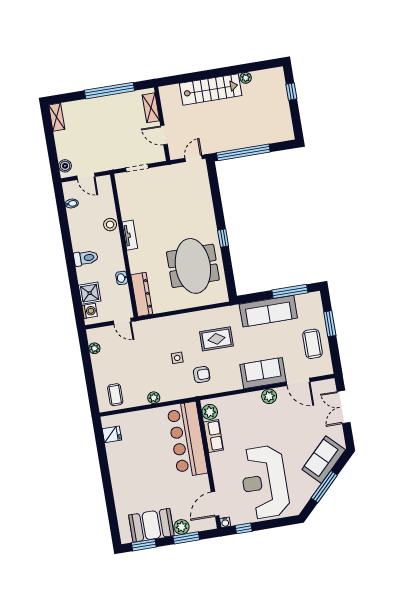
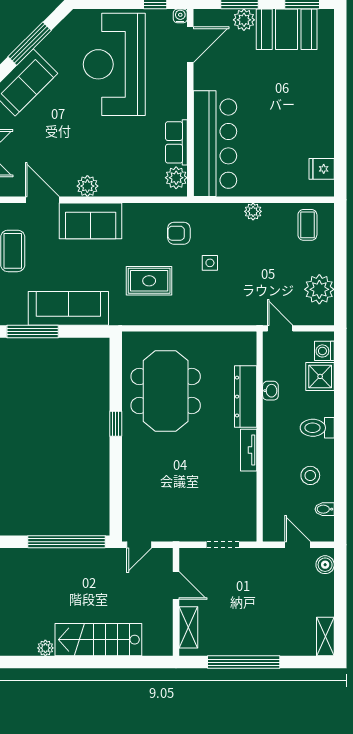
stool: (110, 225) -> (310, 475), moved
dresser: (142, 294) -> (246, 397), moved
plant: (94, 348) -> (319, 289), width x1.87, depth x1.87
reception desk: (265, 482) -> (114, 64), turned 180

